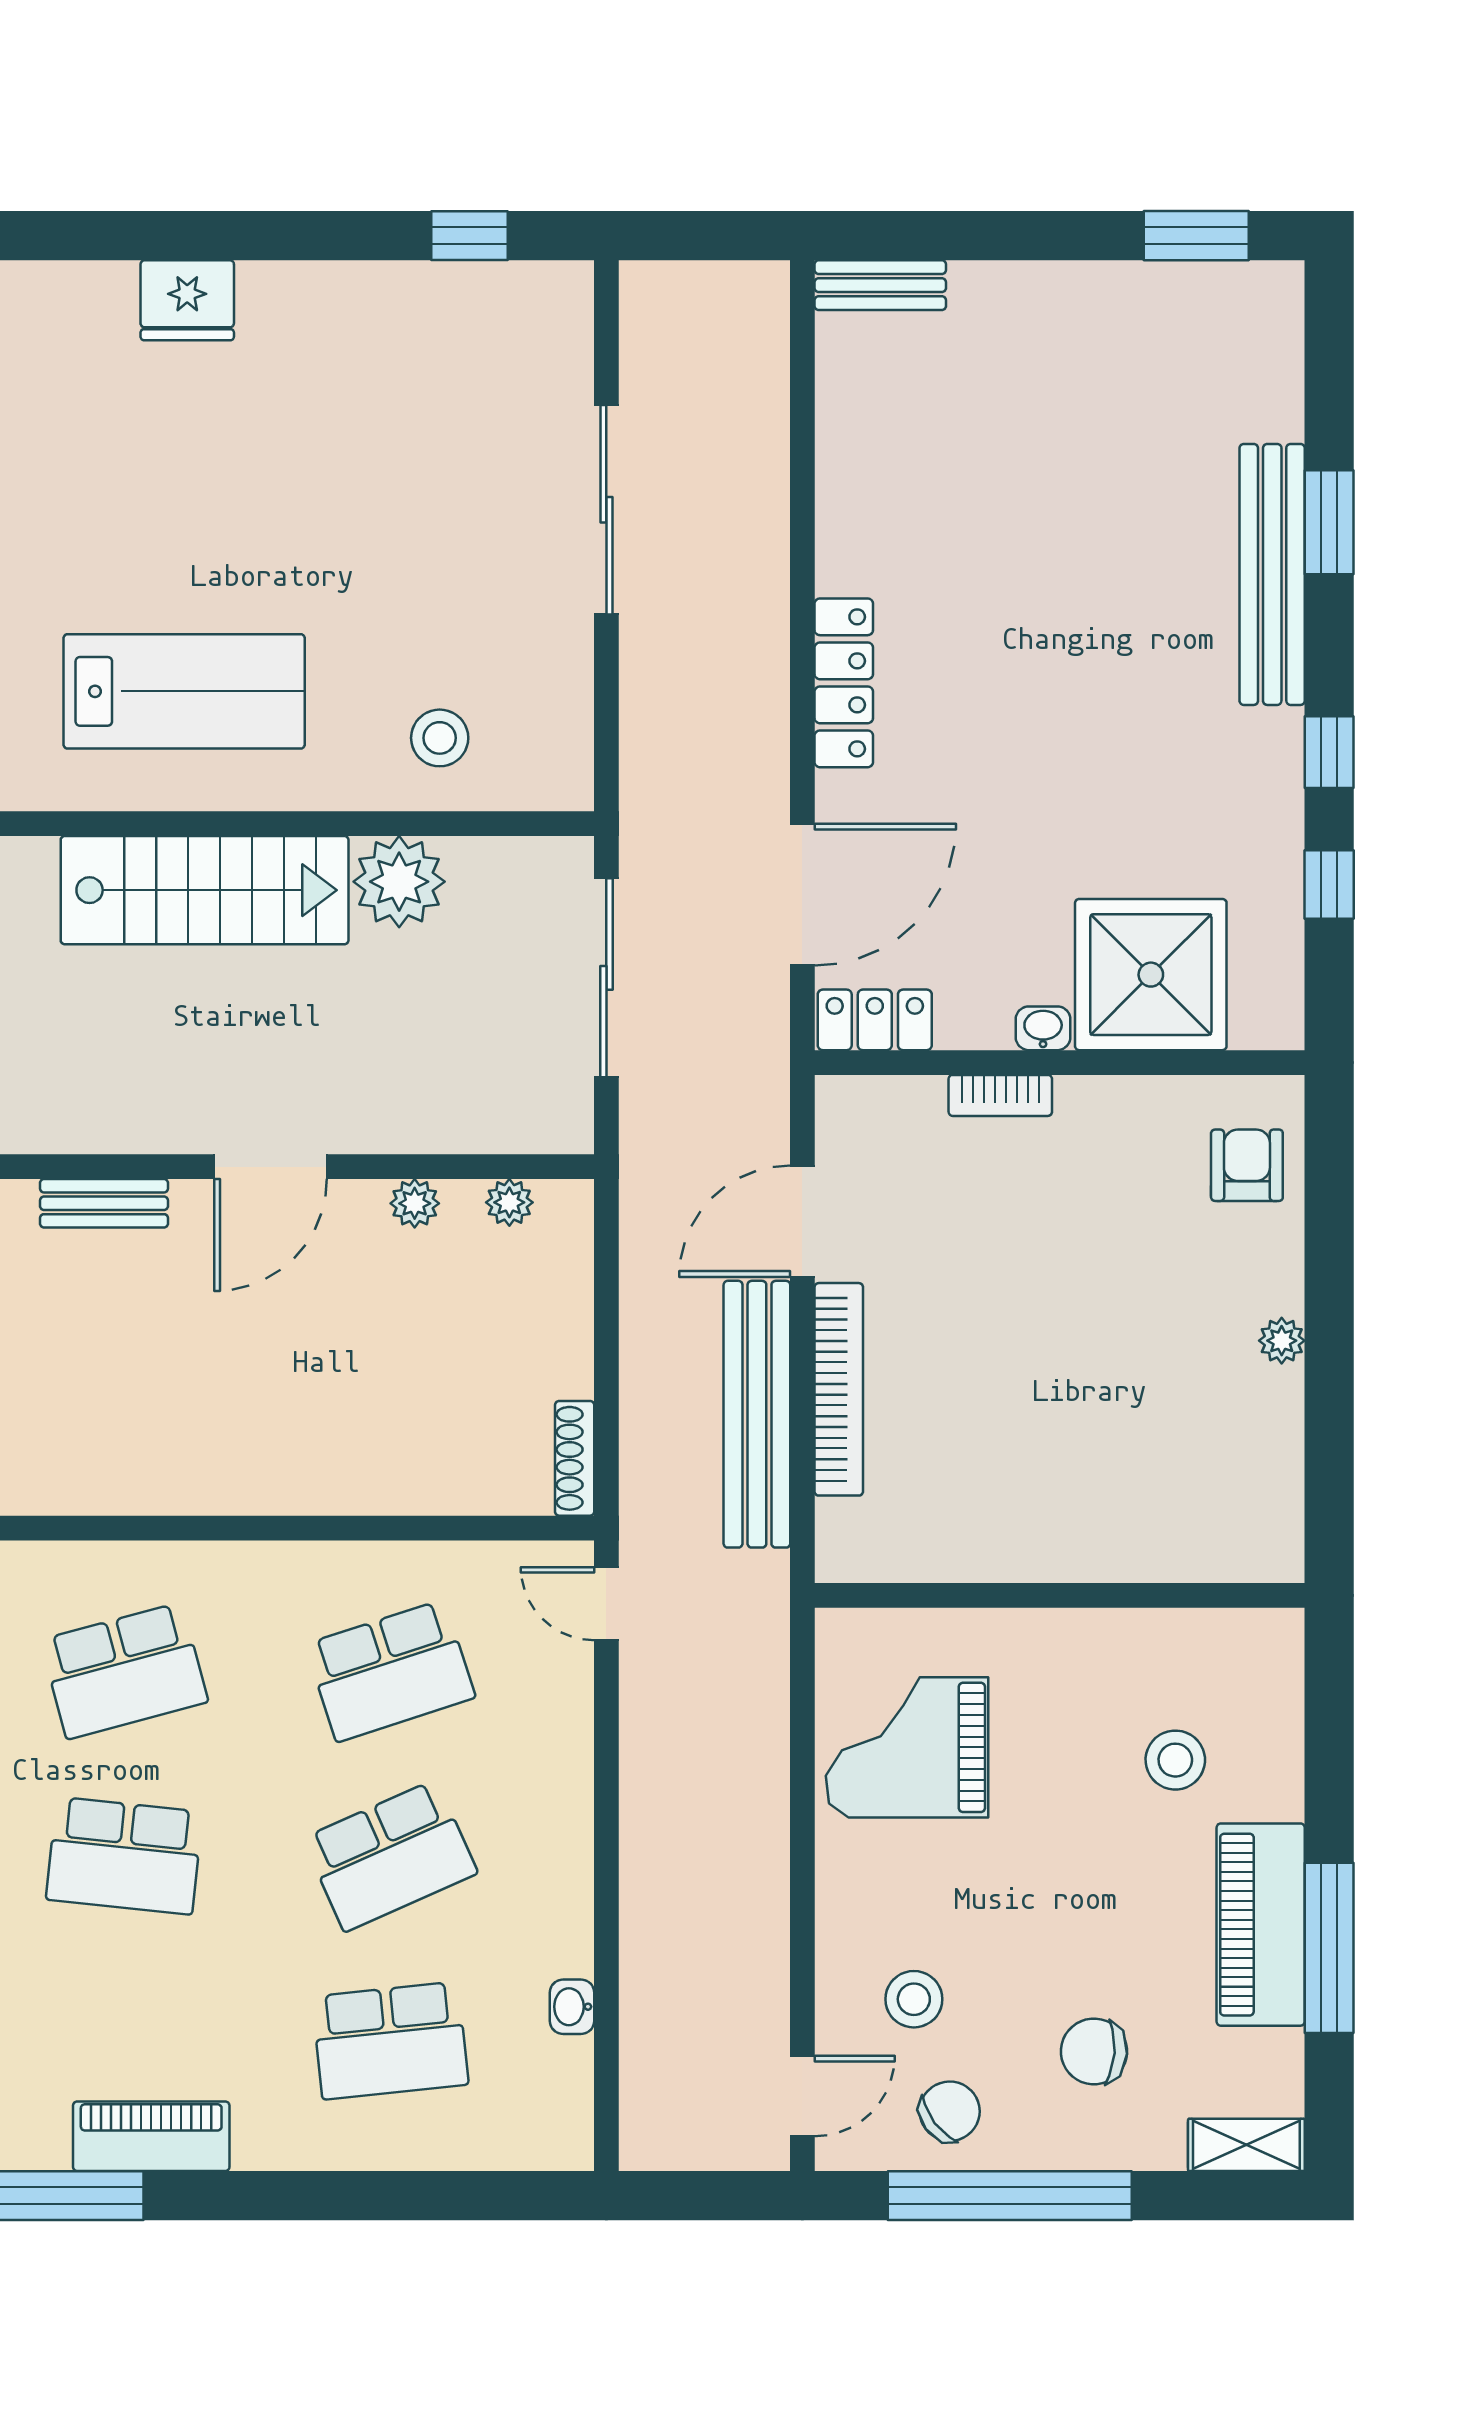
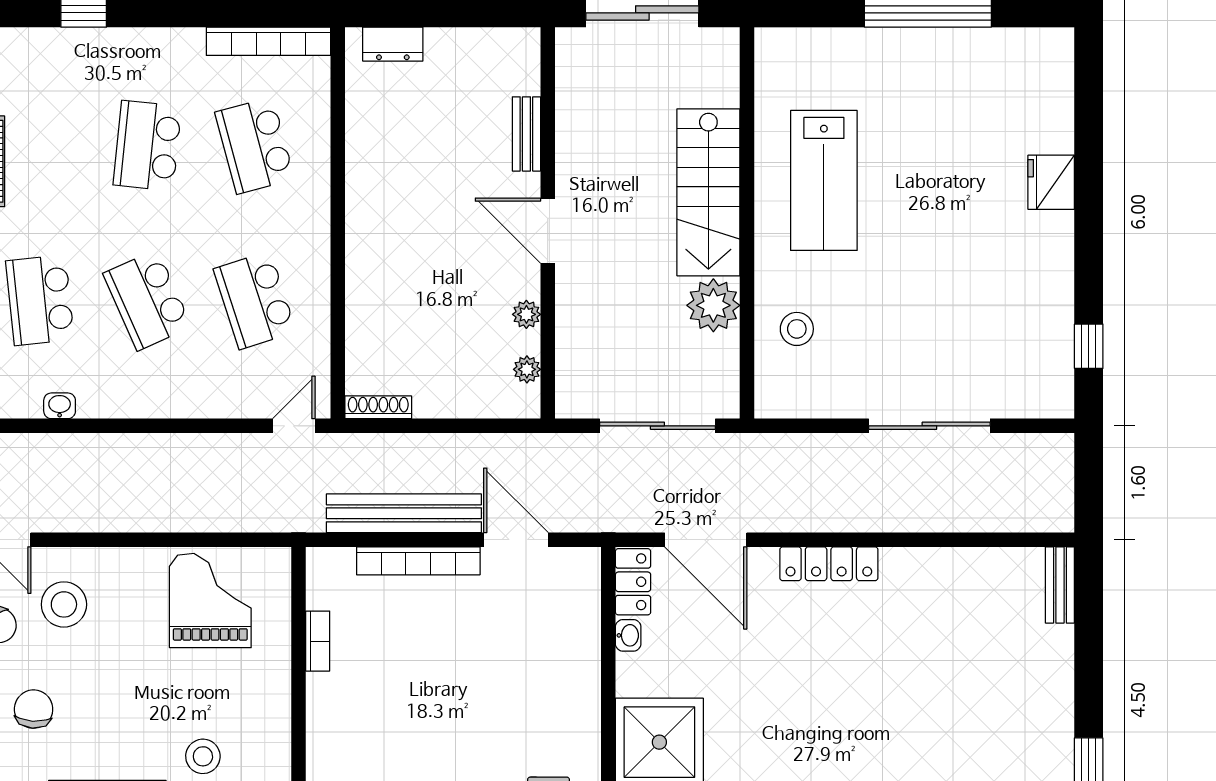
washbasin: (1043, 1028) -> (628, 635), moved
bookcase: (1000, 1095) -> (318, 641), moved, turned 180
stool: (914, 1999) -> (64, 604), width x1.38, depth x1.38

